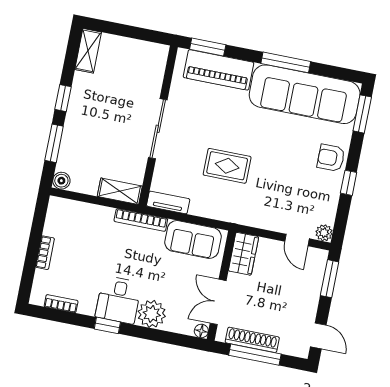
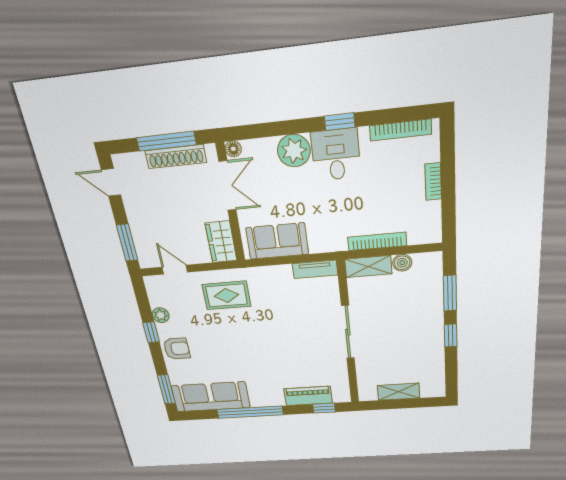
window: (208, 47) -> (324, 408), width x0.67
shelving: (88, 51) -> (399, 392), moved, turned 90
window: (286, 62) -> (250, 412), width x1.46
piano: (218, 70) -> (308, 396), width x0.73, depth x0.75
sofa: (305, 94) -> (211, 397), width x0.74, depth x0.79
rug: (227, 166) -> (226, 295), moved
boiler: (61, 181) -> (402, 263), moved
bookcase: (141, 220) -> (377, 241), moved
plant: (324, 233) -> (161, 315), moved
bookcase: (61, 304) -> (401, 130), width x1.56

